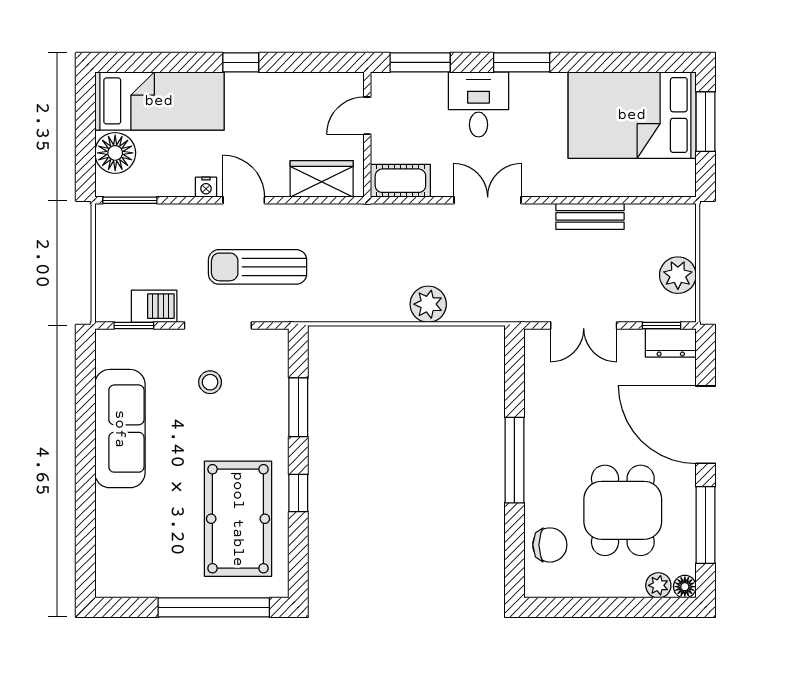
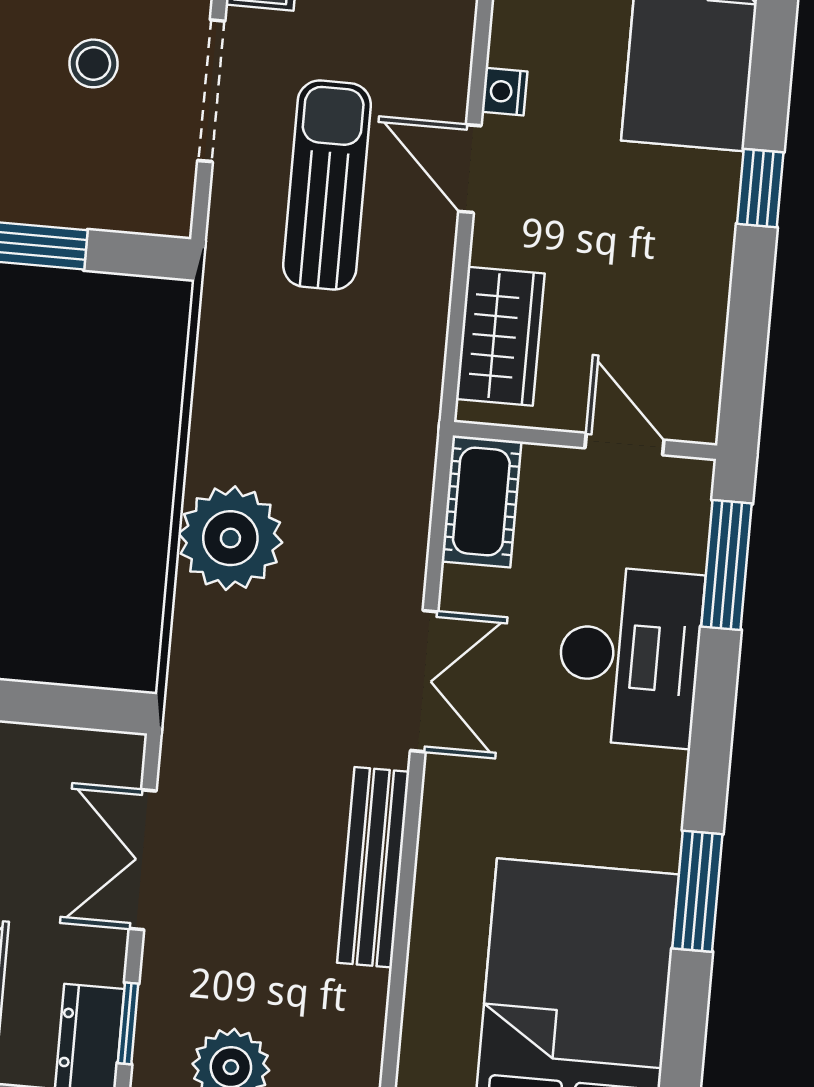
window: (522, 62) -> (697, 891), moved
desk: (478, 104) -> (629, 656), width x1.37
door: (244, 200) -> (470, 169), swing flipped
bench: (590, 216) -> (373, 867), width x1.36
plant: (428, 304) -> (230, 538), width x1.36, depth x1.36

